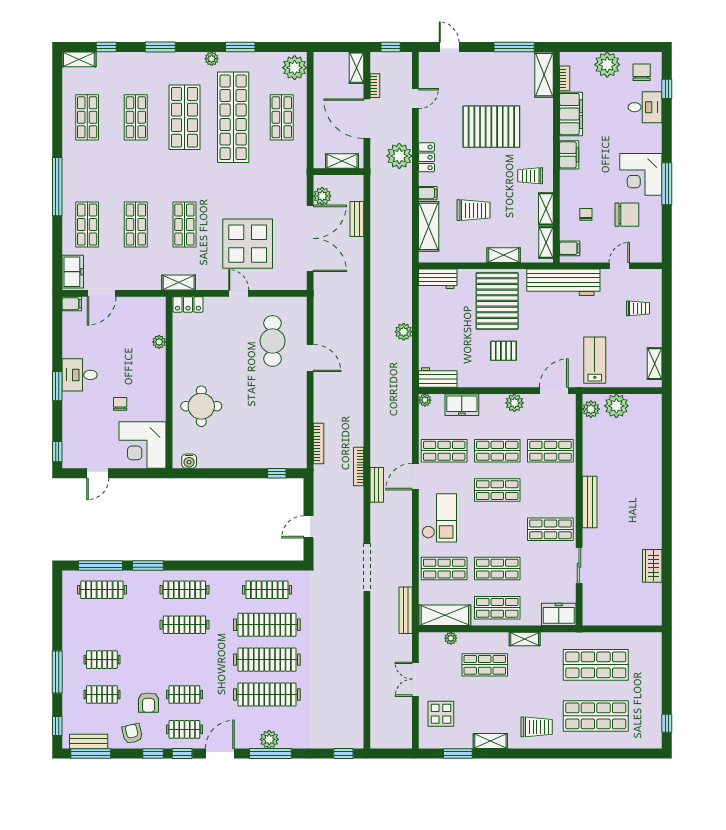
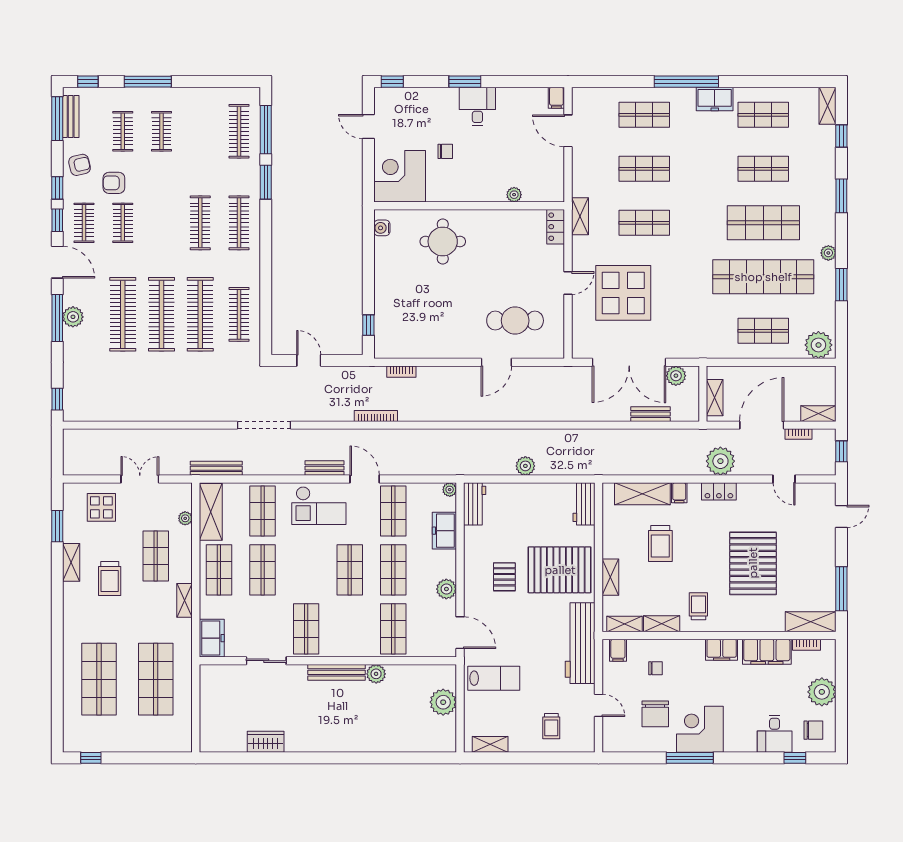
freezer: (73, 272) -> (715, 99), moved
plant: (591, 409) -> (376, 674), moved
bookcase: (319, 444) -> (401, 372), width x0.64
bench: (377, 485) -> (324, 468), moved
trolley: (537, 727) -> (110, 579), moved

